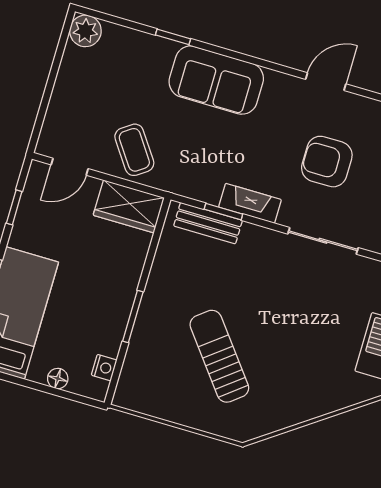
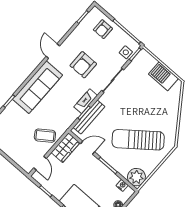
sofa: (216, 80) -> (37, 87), width x1.36
bench: (208, 223) -> (89, 117), width x1.36
door: (151, 255) -> (88, 148), added
sun lounger: (219, 356) -> (138, 140), width x1.36, depth x1.34
plant: (137, 390) -> (136, 177), added

